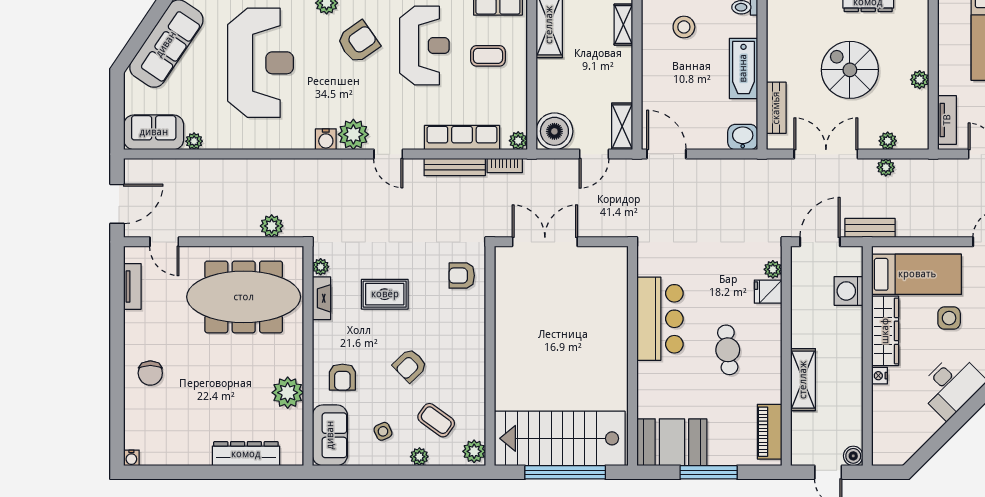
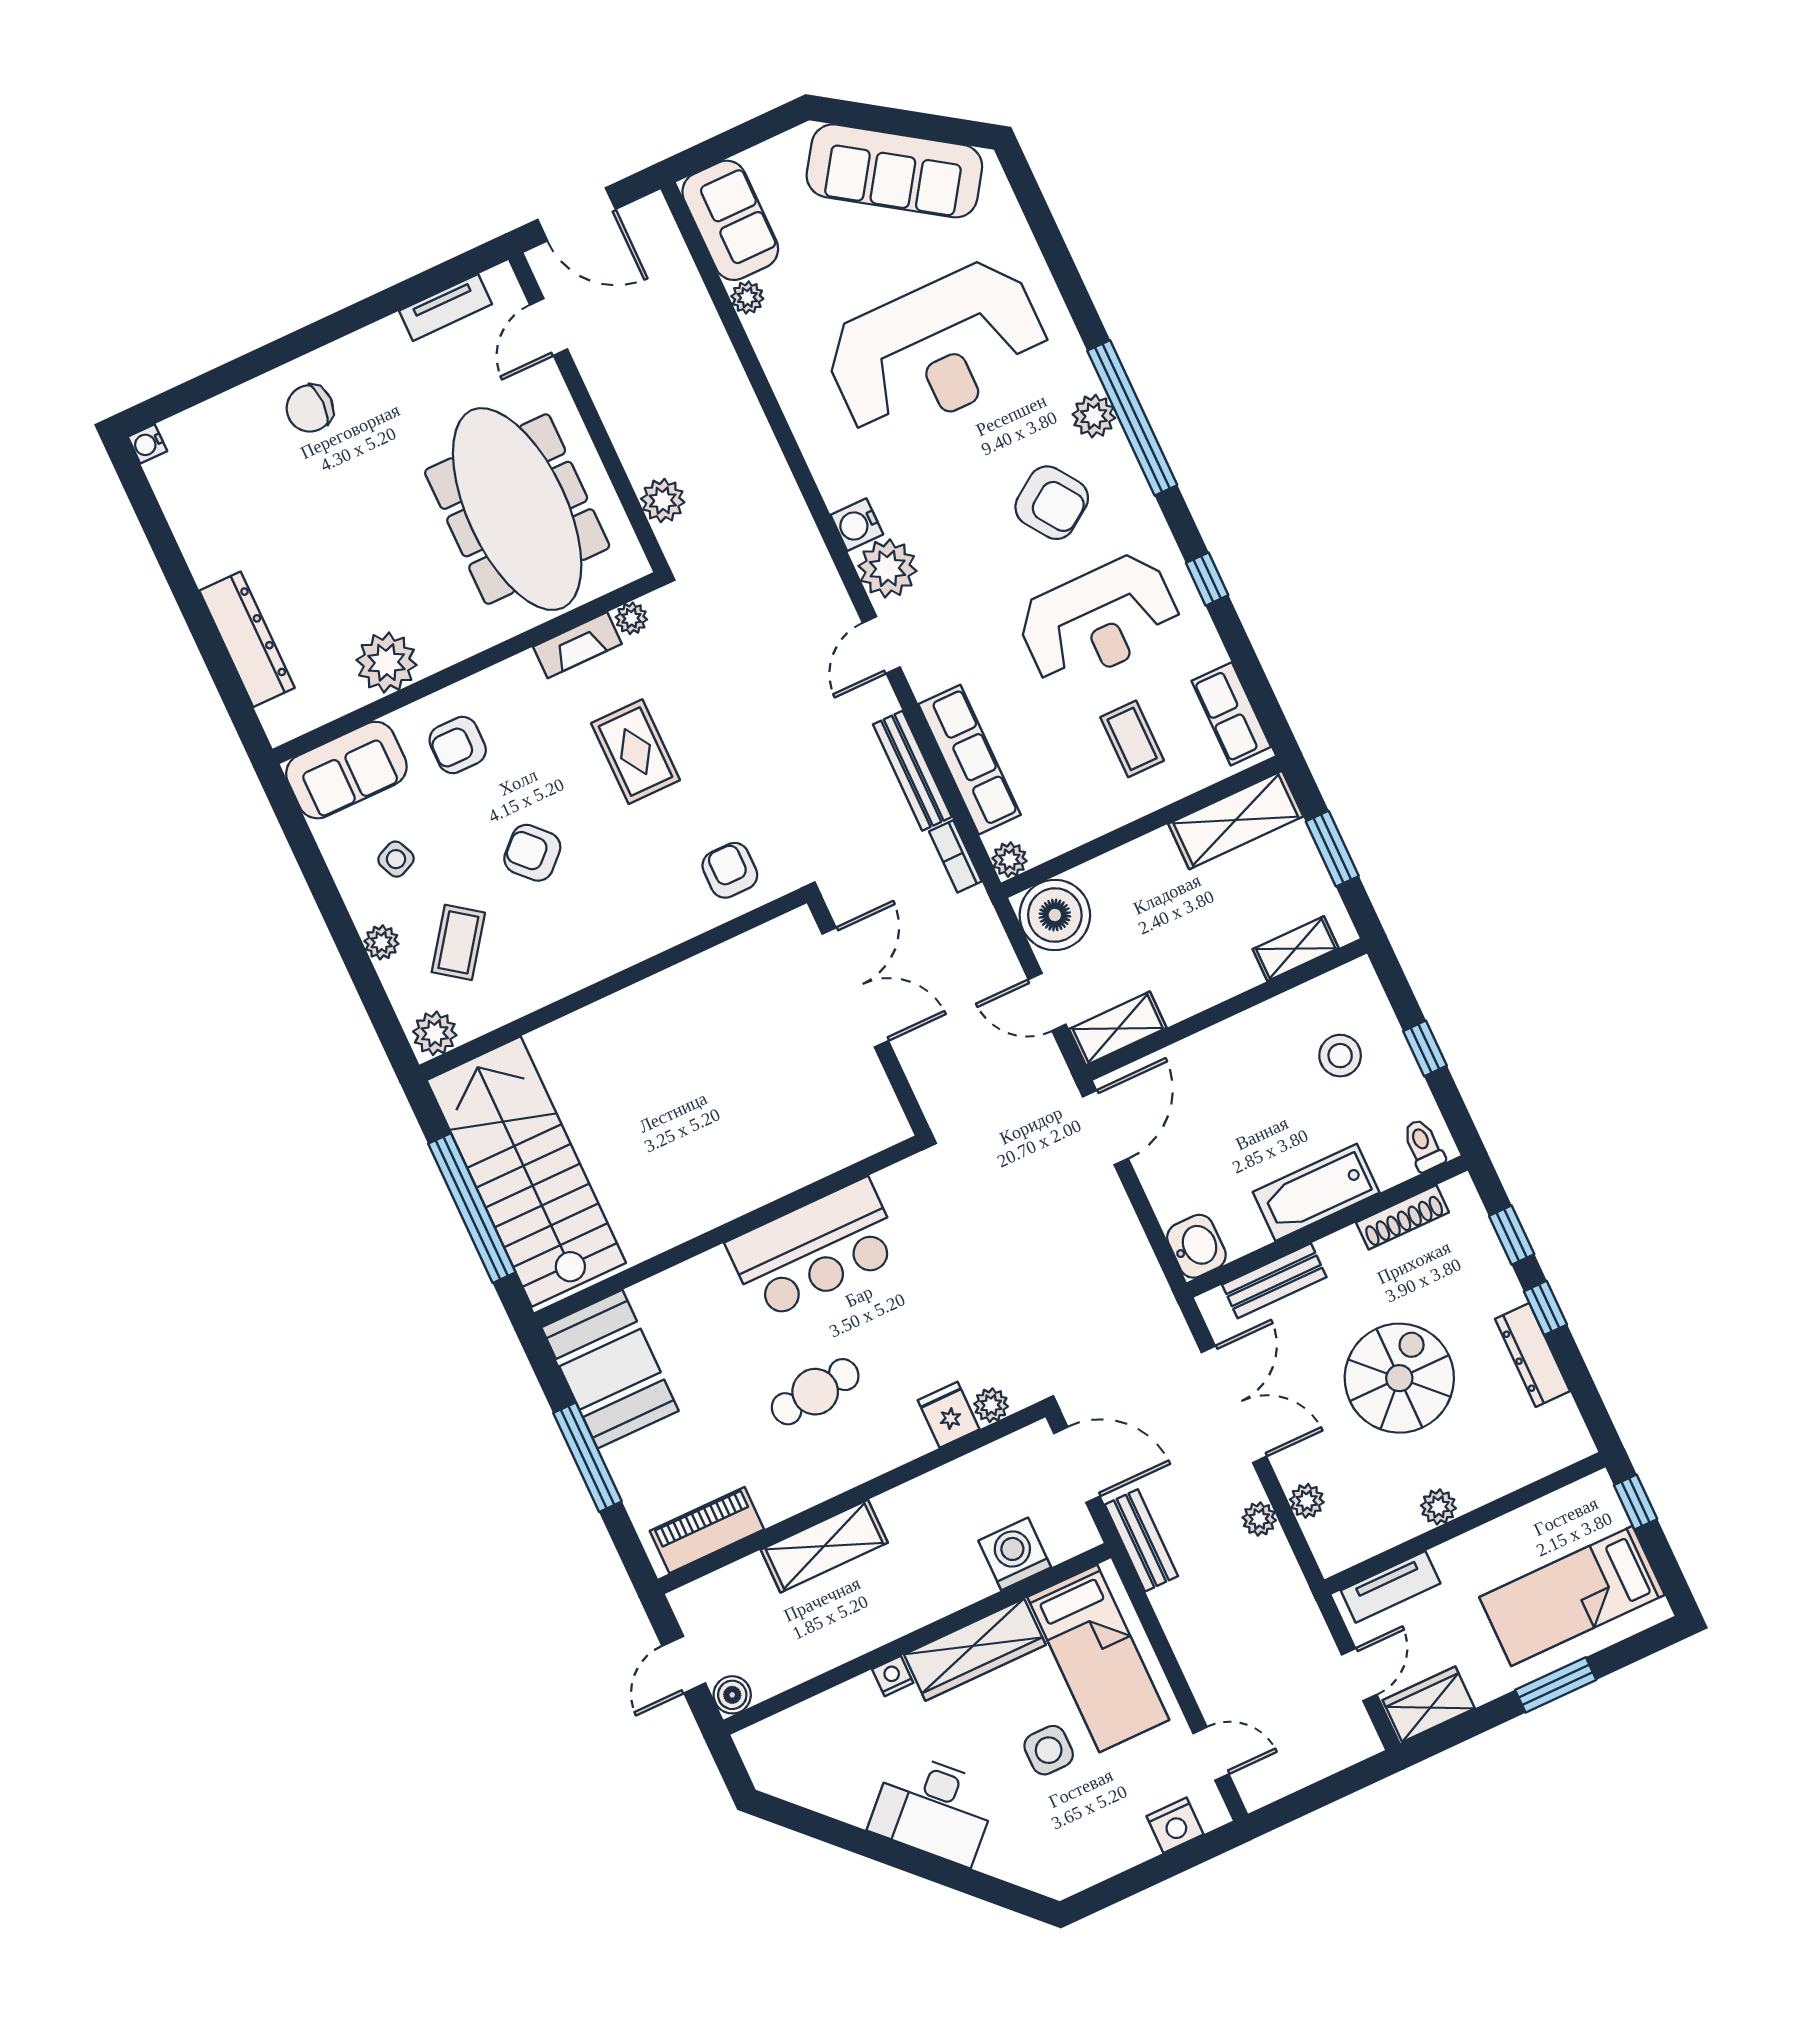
shoe rack: (774, 33) -> (1402, 1217), added

